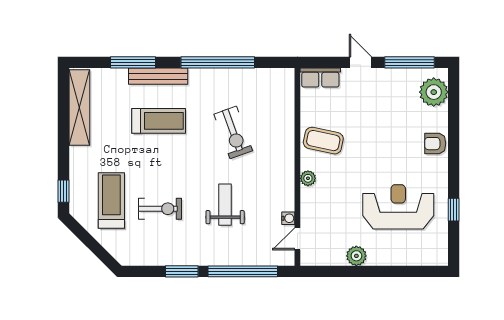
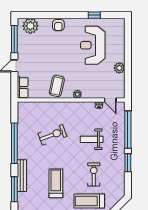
treadmill: (159, 121) -> (56, 183), moved

